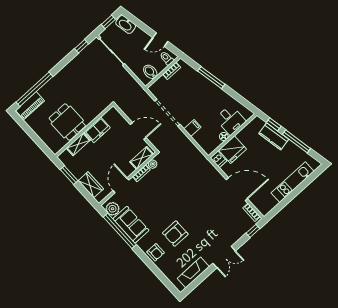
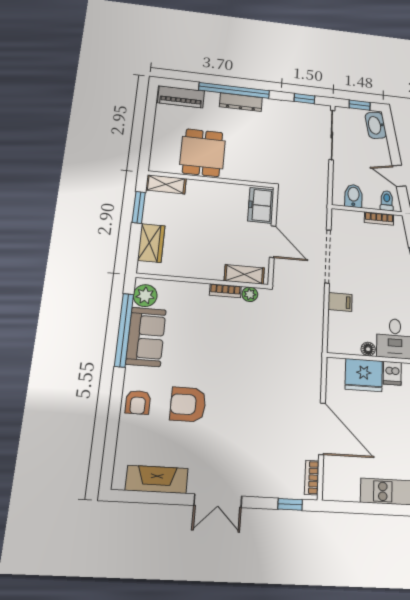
dresser: (57, 79) -> (241, 102), added
window: (34, 89) -> (234, 90), moved
freezer: (97, 130) -> (261, 205), moved, turned 90
shelving: (78, 144) -> (166, 184), moved
dishwasher: (218, 159) -> (392, 373), moved
door: (121, 185) -> (186, 280), removed

